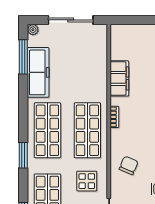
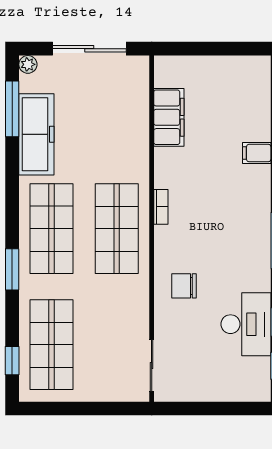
filing cabinet: (119, 78) -> (169, 117), moved
chair: (129, 165) -> (184, 286), turned -113
display table: (87, 181) -> (116, 311), removed

